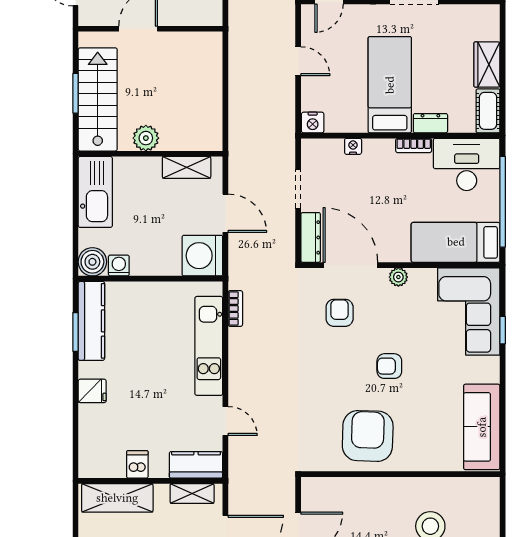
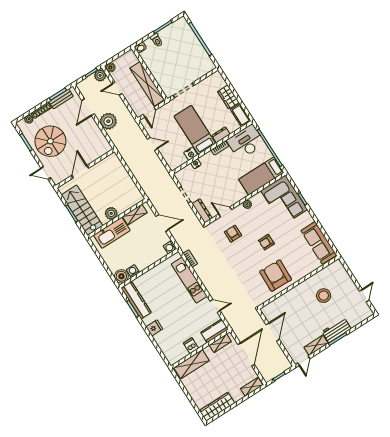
nightstand: (313, 123) -> (191, 154), moved
kitchen sink: (95, 192) -> (112, 233), moved, turned 90
washing machine: (202, 256) -> (170, 247), width x0.53, depth x0.53
door: (350, 265) -> (225, 212), width x0.53

